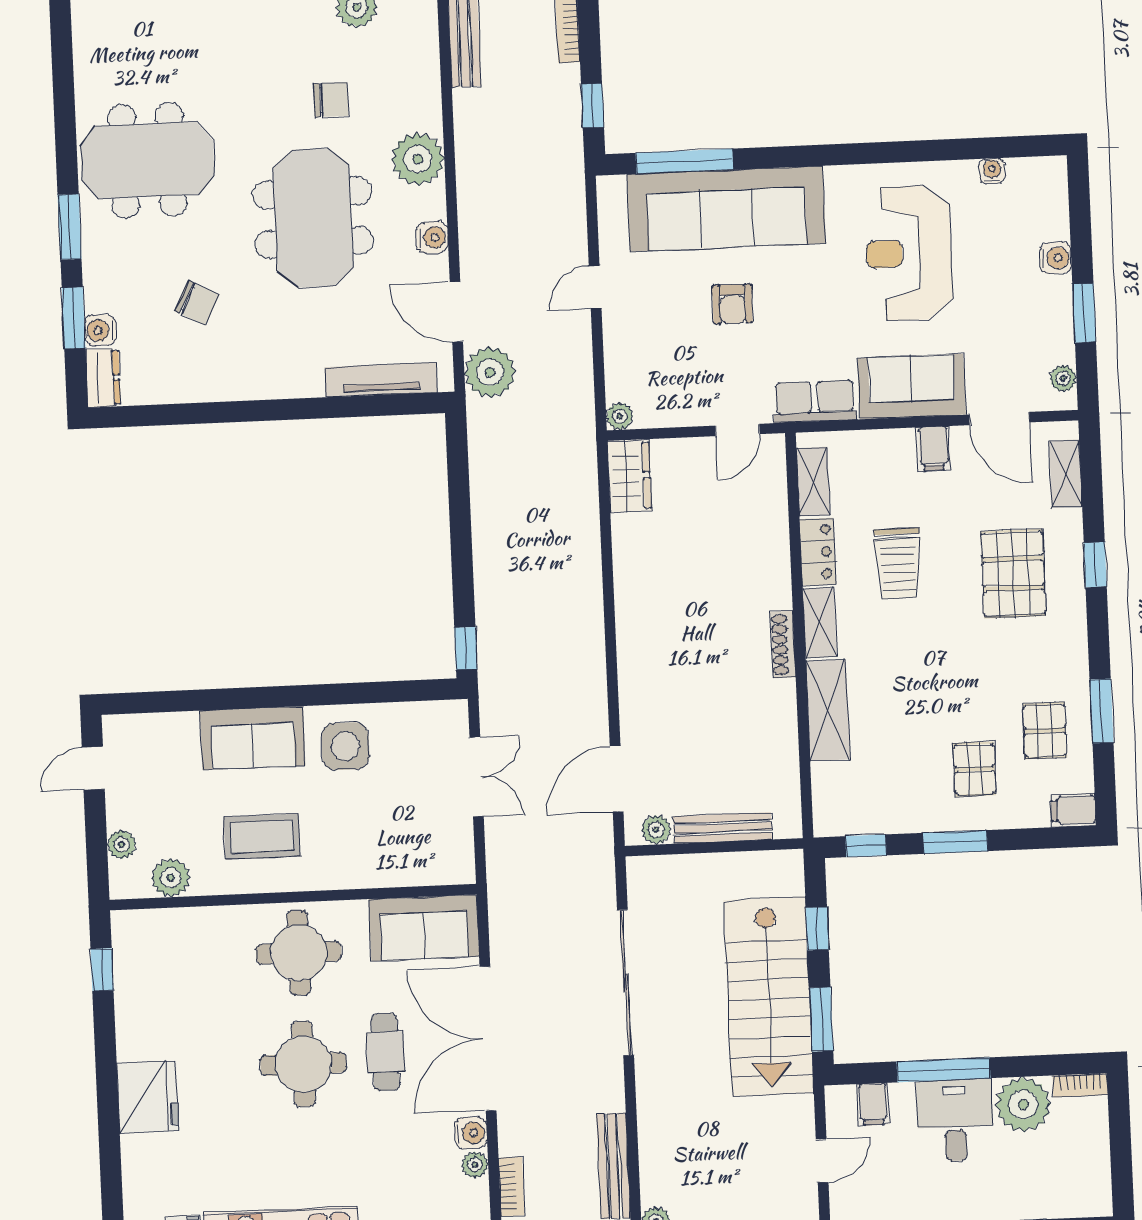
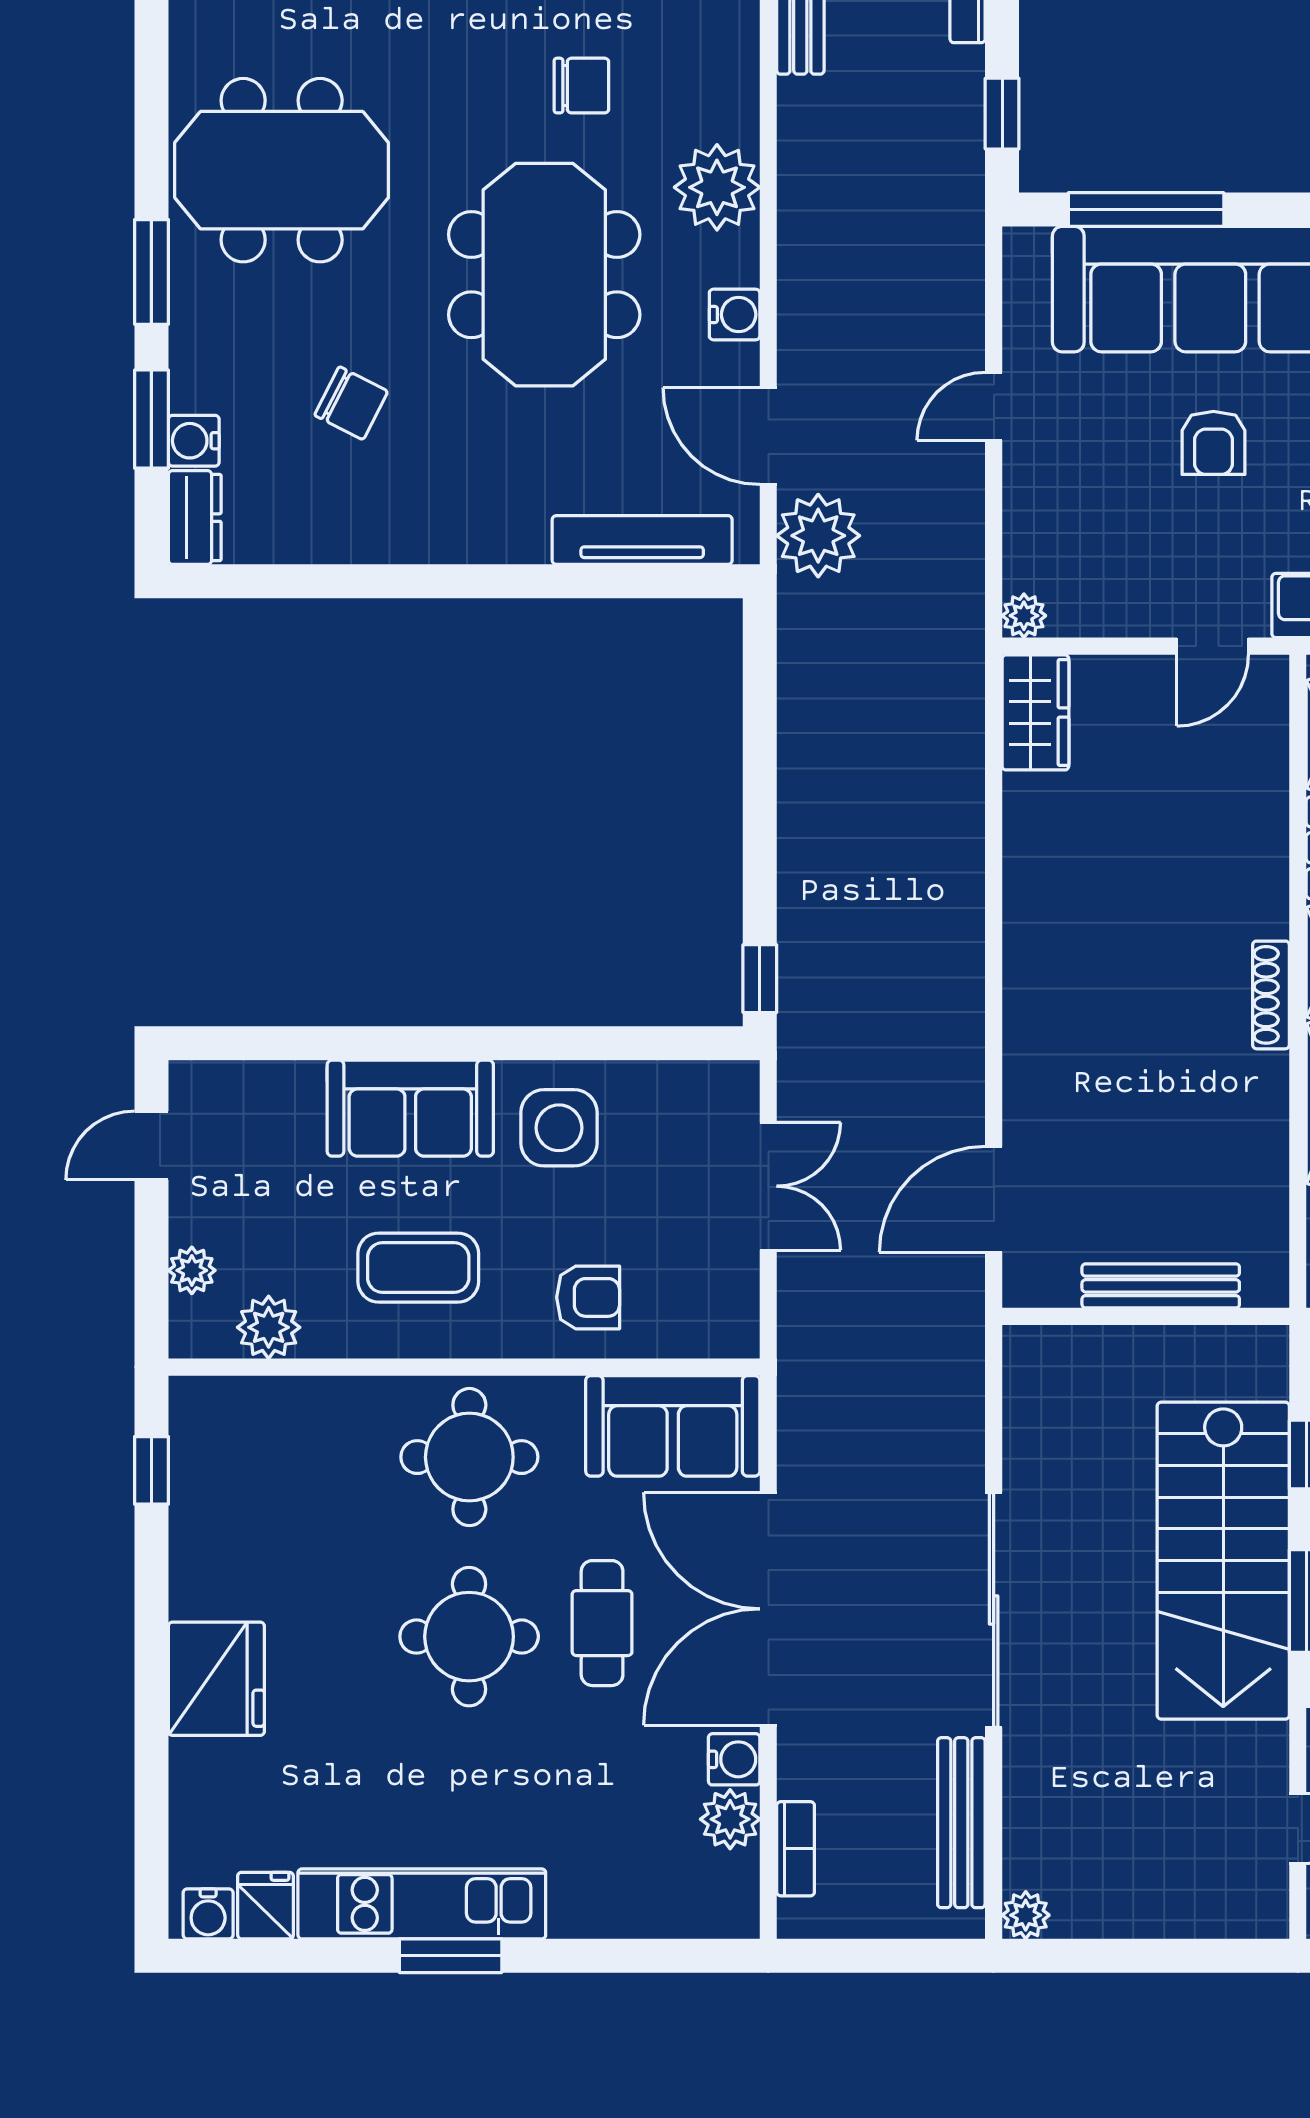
plant: (656, 830) -> (1054, 1284), removed
armchair: (368, 851) -> (588, 1297), added
sliding door: (626, 983) -> (994, 1610), moved
plant: (475, 1165) -> (730, 1819), width x1.38, depth x1.38

